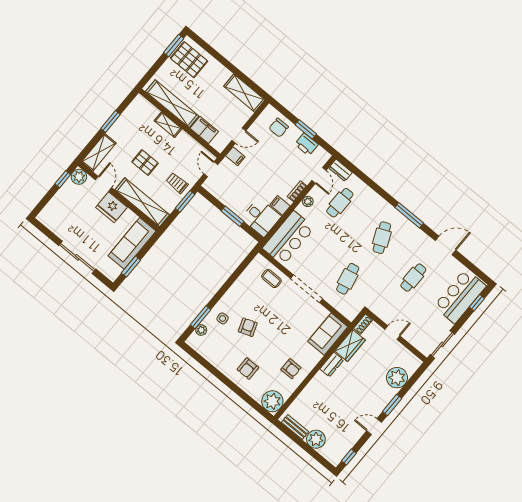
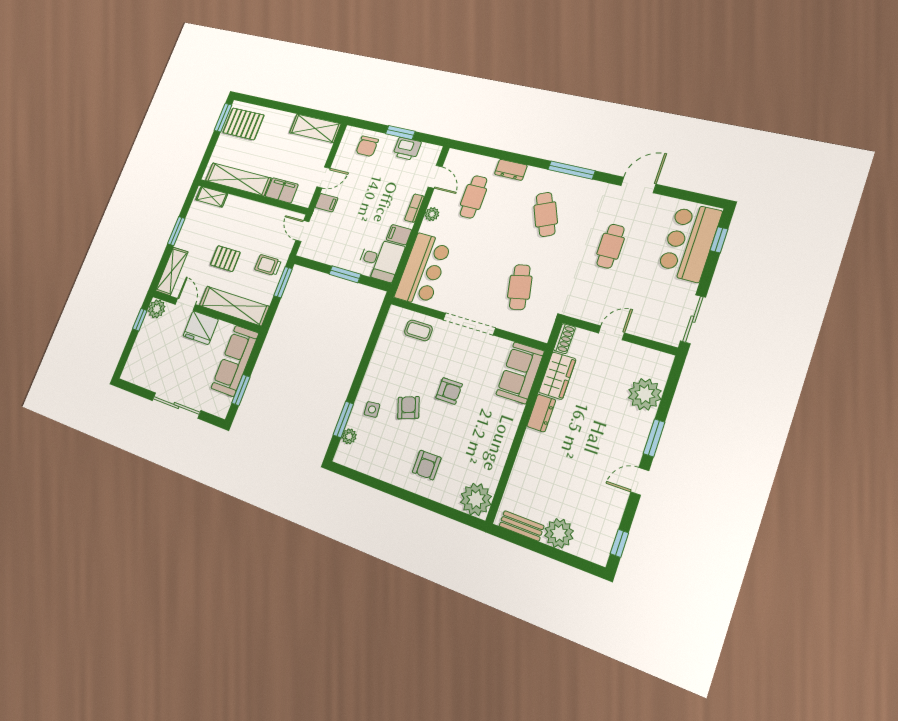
shelving: (168, 125) -> (212, 197), moved
dresser: (341, 170) -> (511, 170), moved
armchair: (291, 369) -> (449, 391), moved

